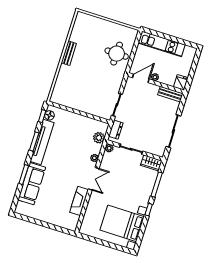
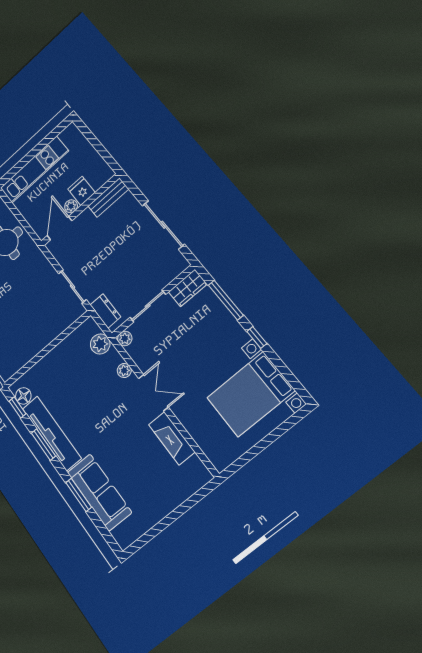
fridge: (181, 82) -> (82, 191), moved

